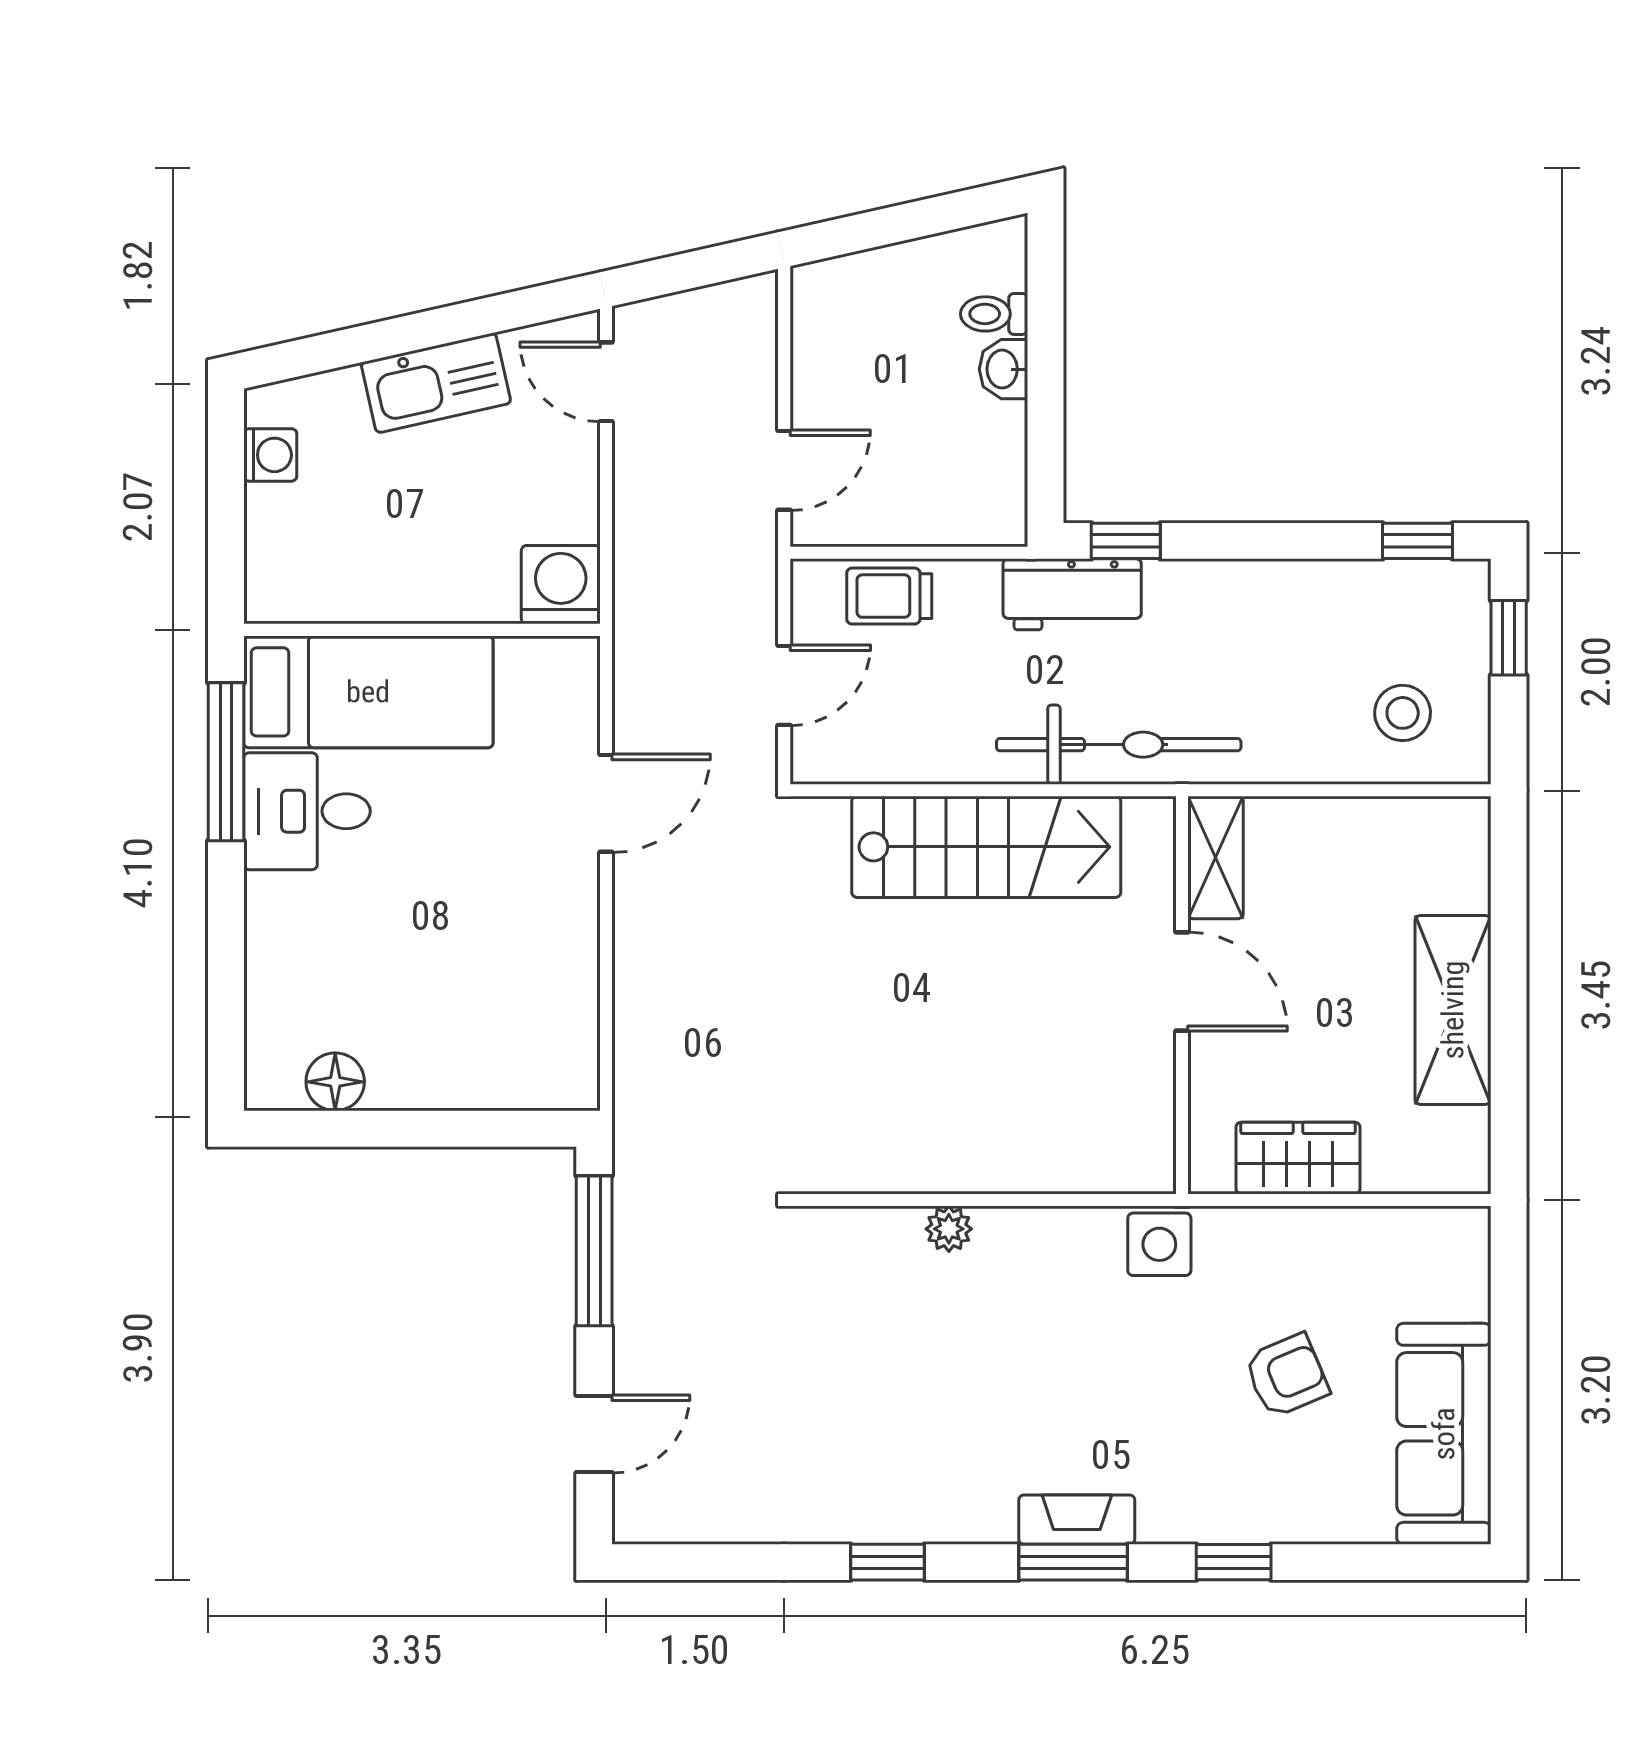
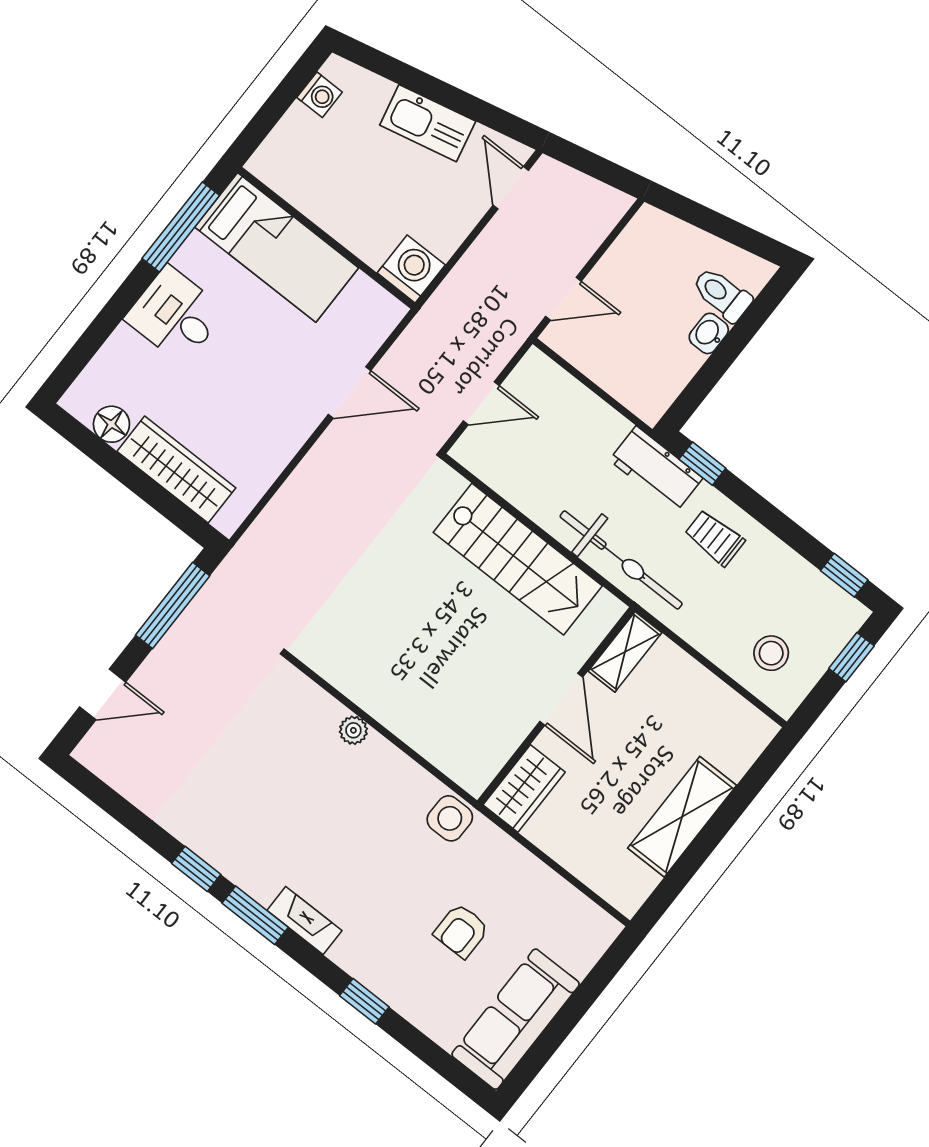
toilet: (994, 314) -> (722, 294), width x1.37, depth x1.39
trolley: (889, 596) -> (715, 538), moved
desk: (307, 811) -> (175, 315), moved
wardrobe: (463, 1075) -> (176, 470), added
wardrobe: (1298, 1158) -> (524, 788), moved, turned 90
armchair: (1287, 1376) -> (461, 931), turned 113
window: (1073, 1562) -> (255, 915), moved

